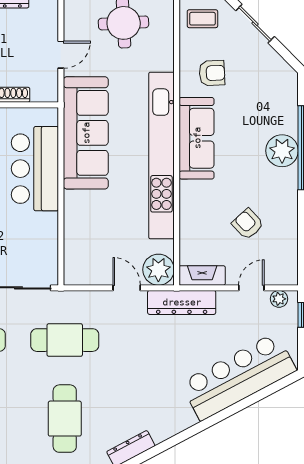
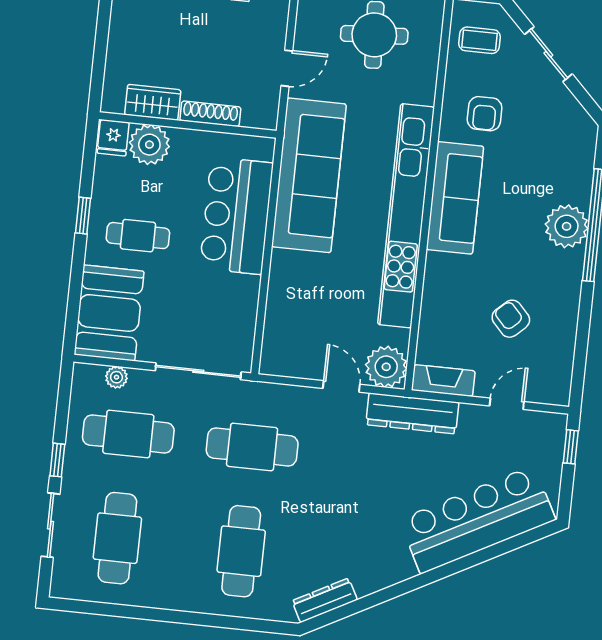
armchair: (212, 73) -> (485, 114), turned 93
plant: (279, 299) -> (542, 422), removed

